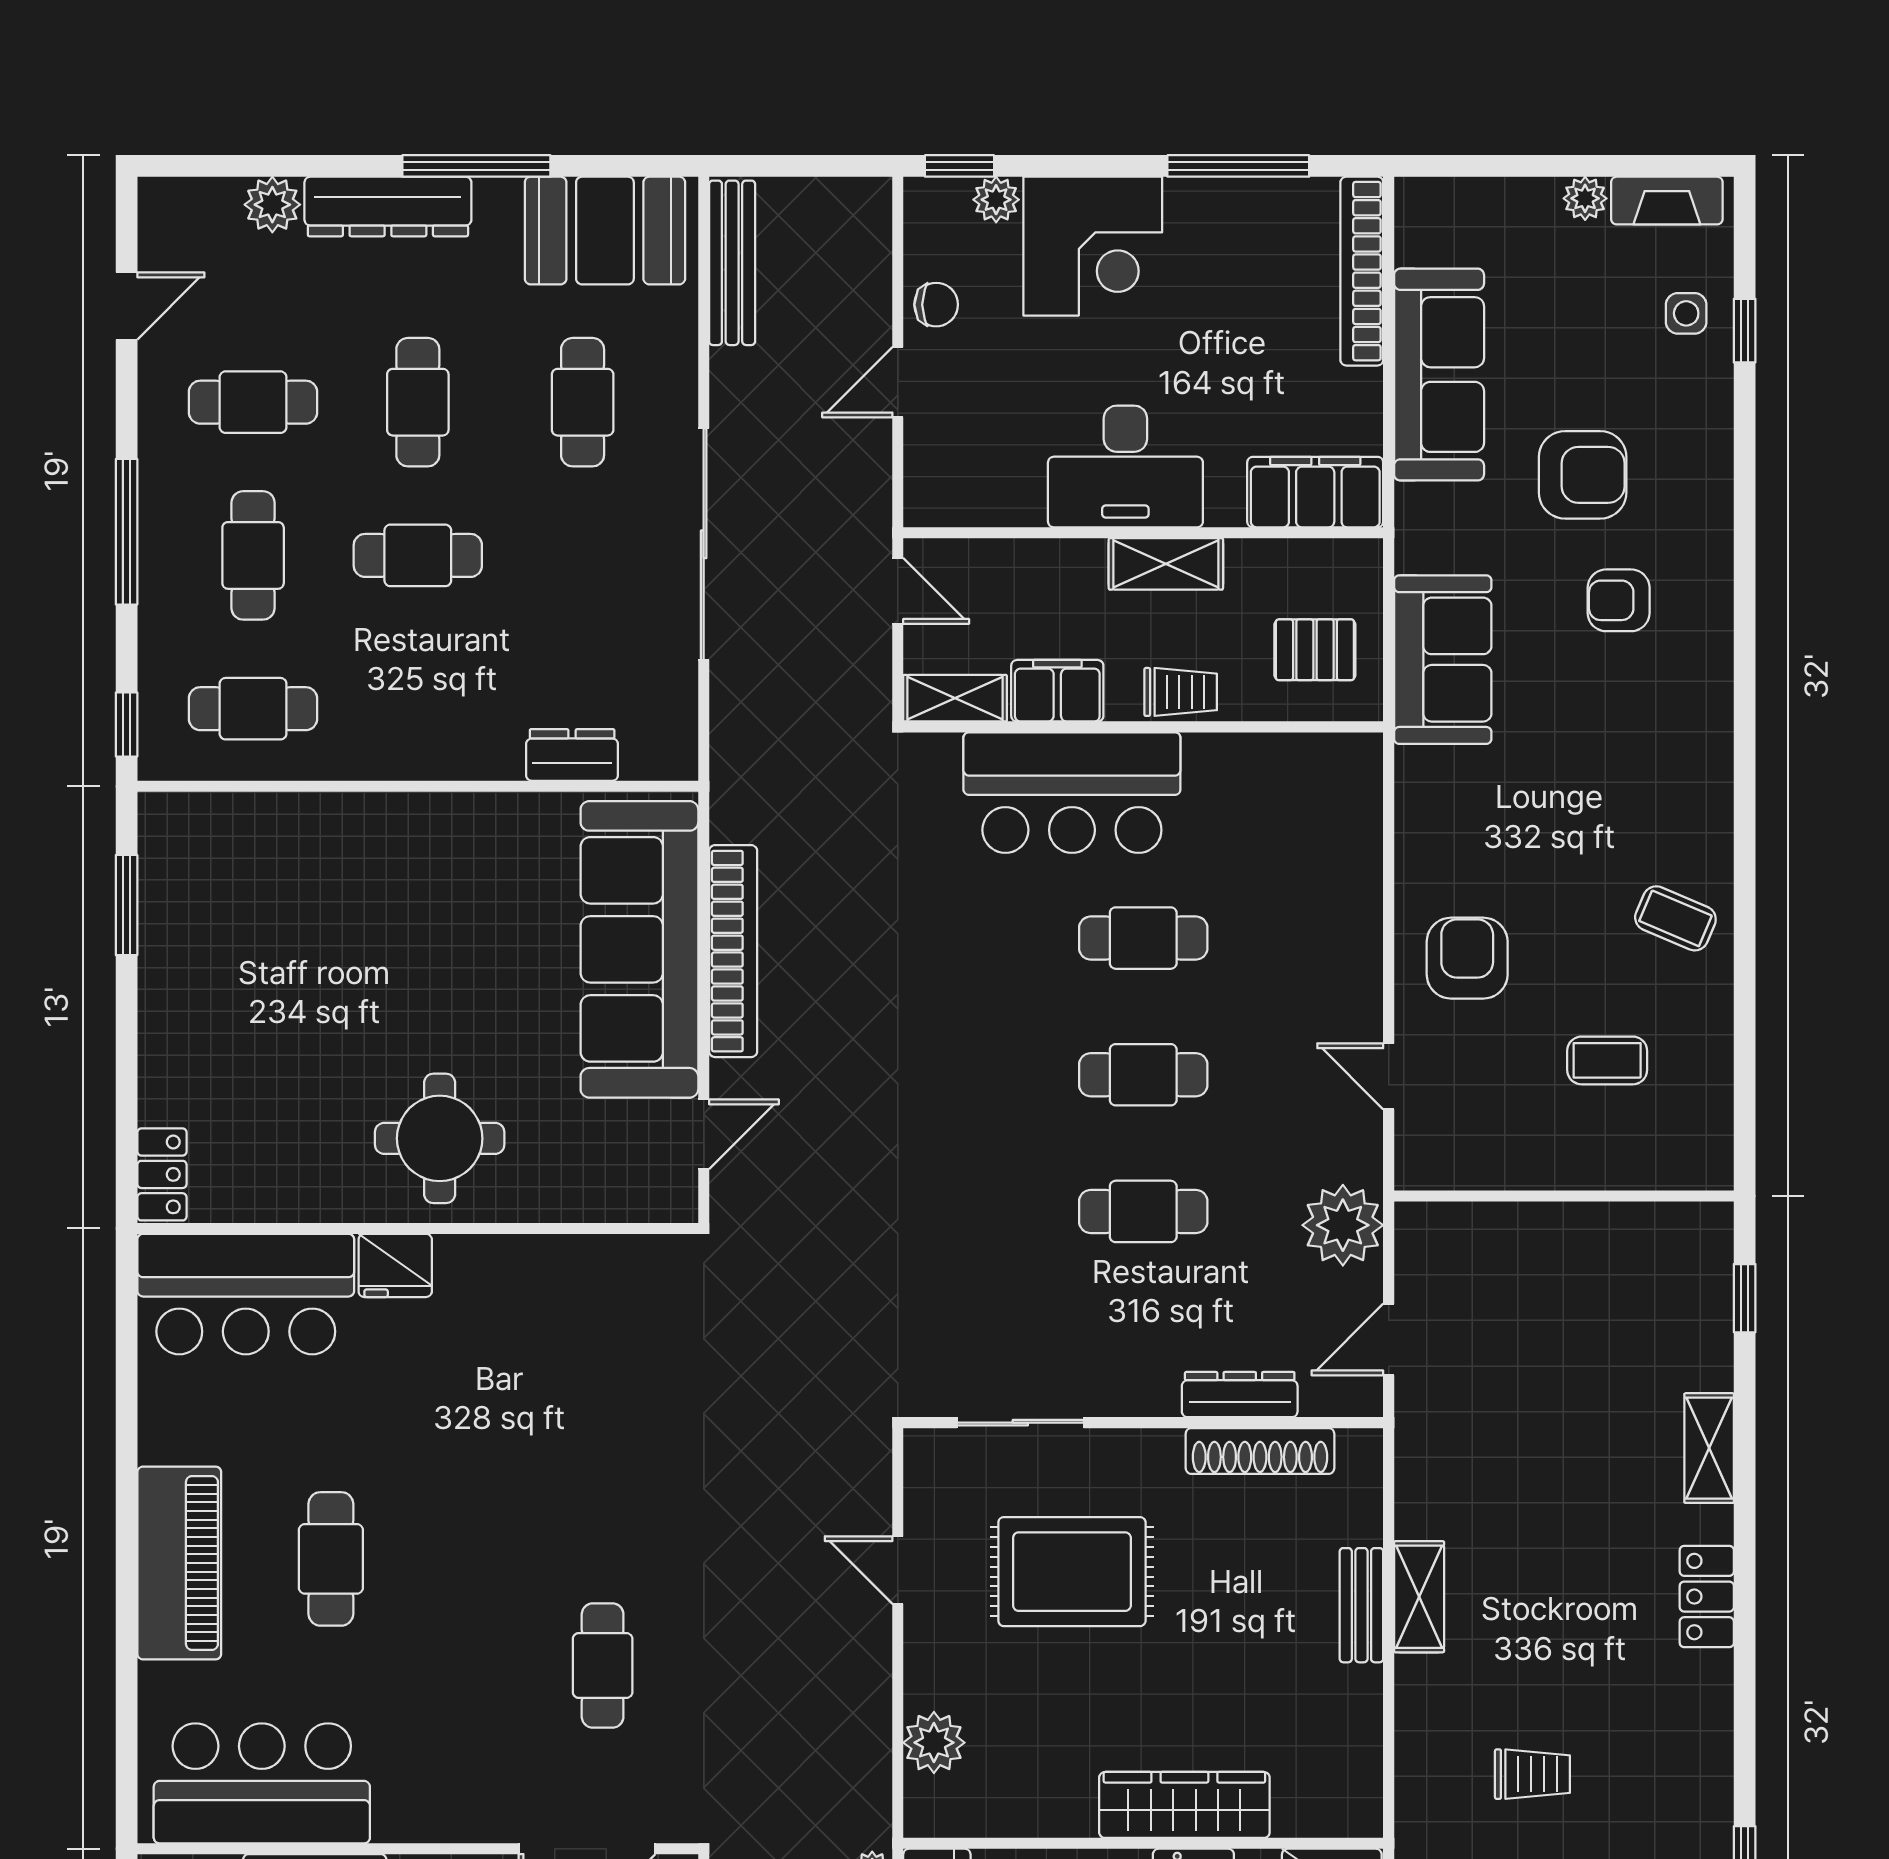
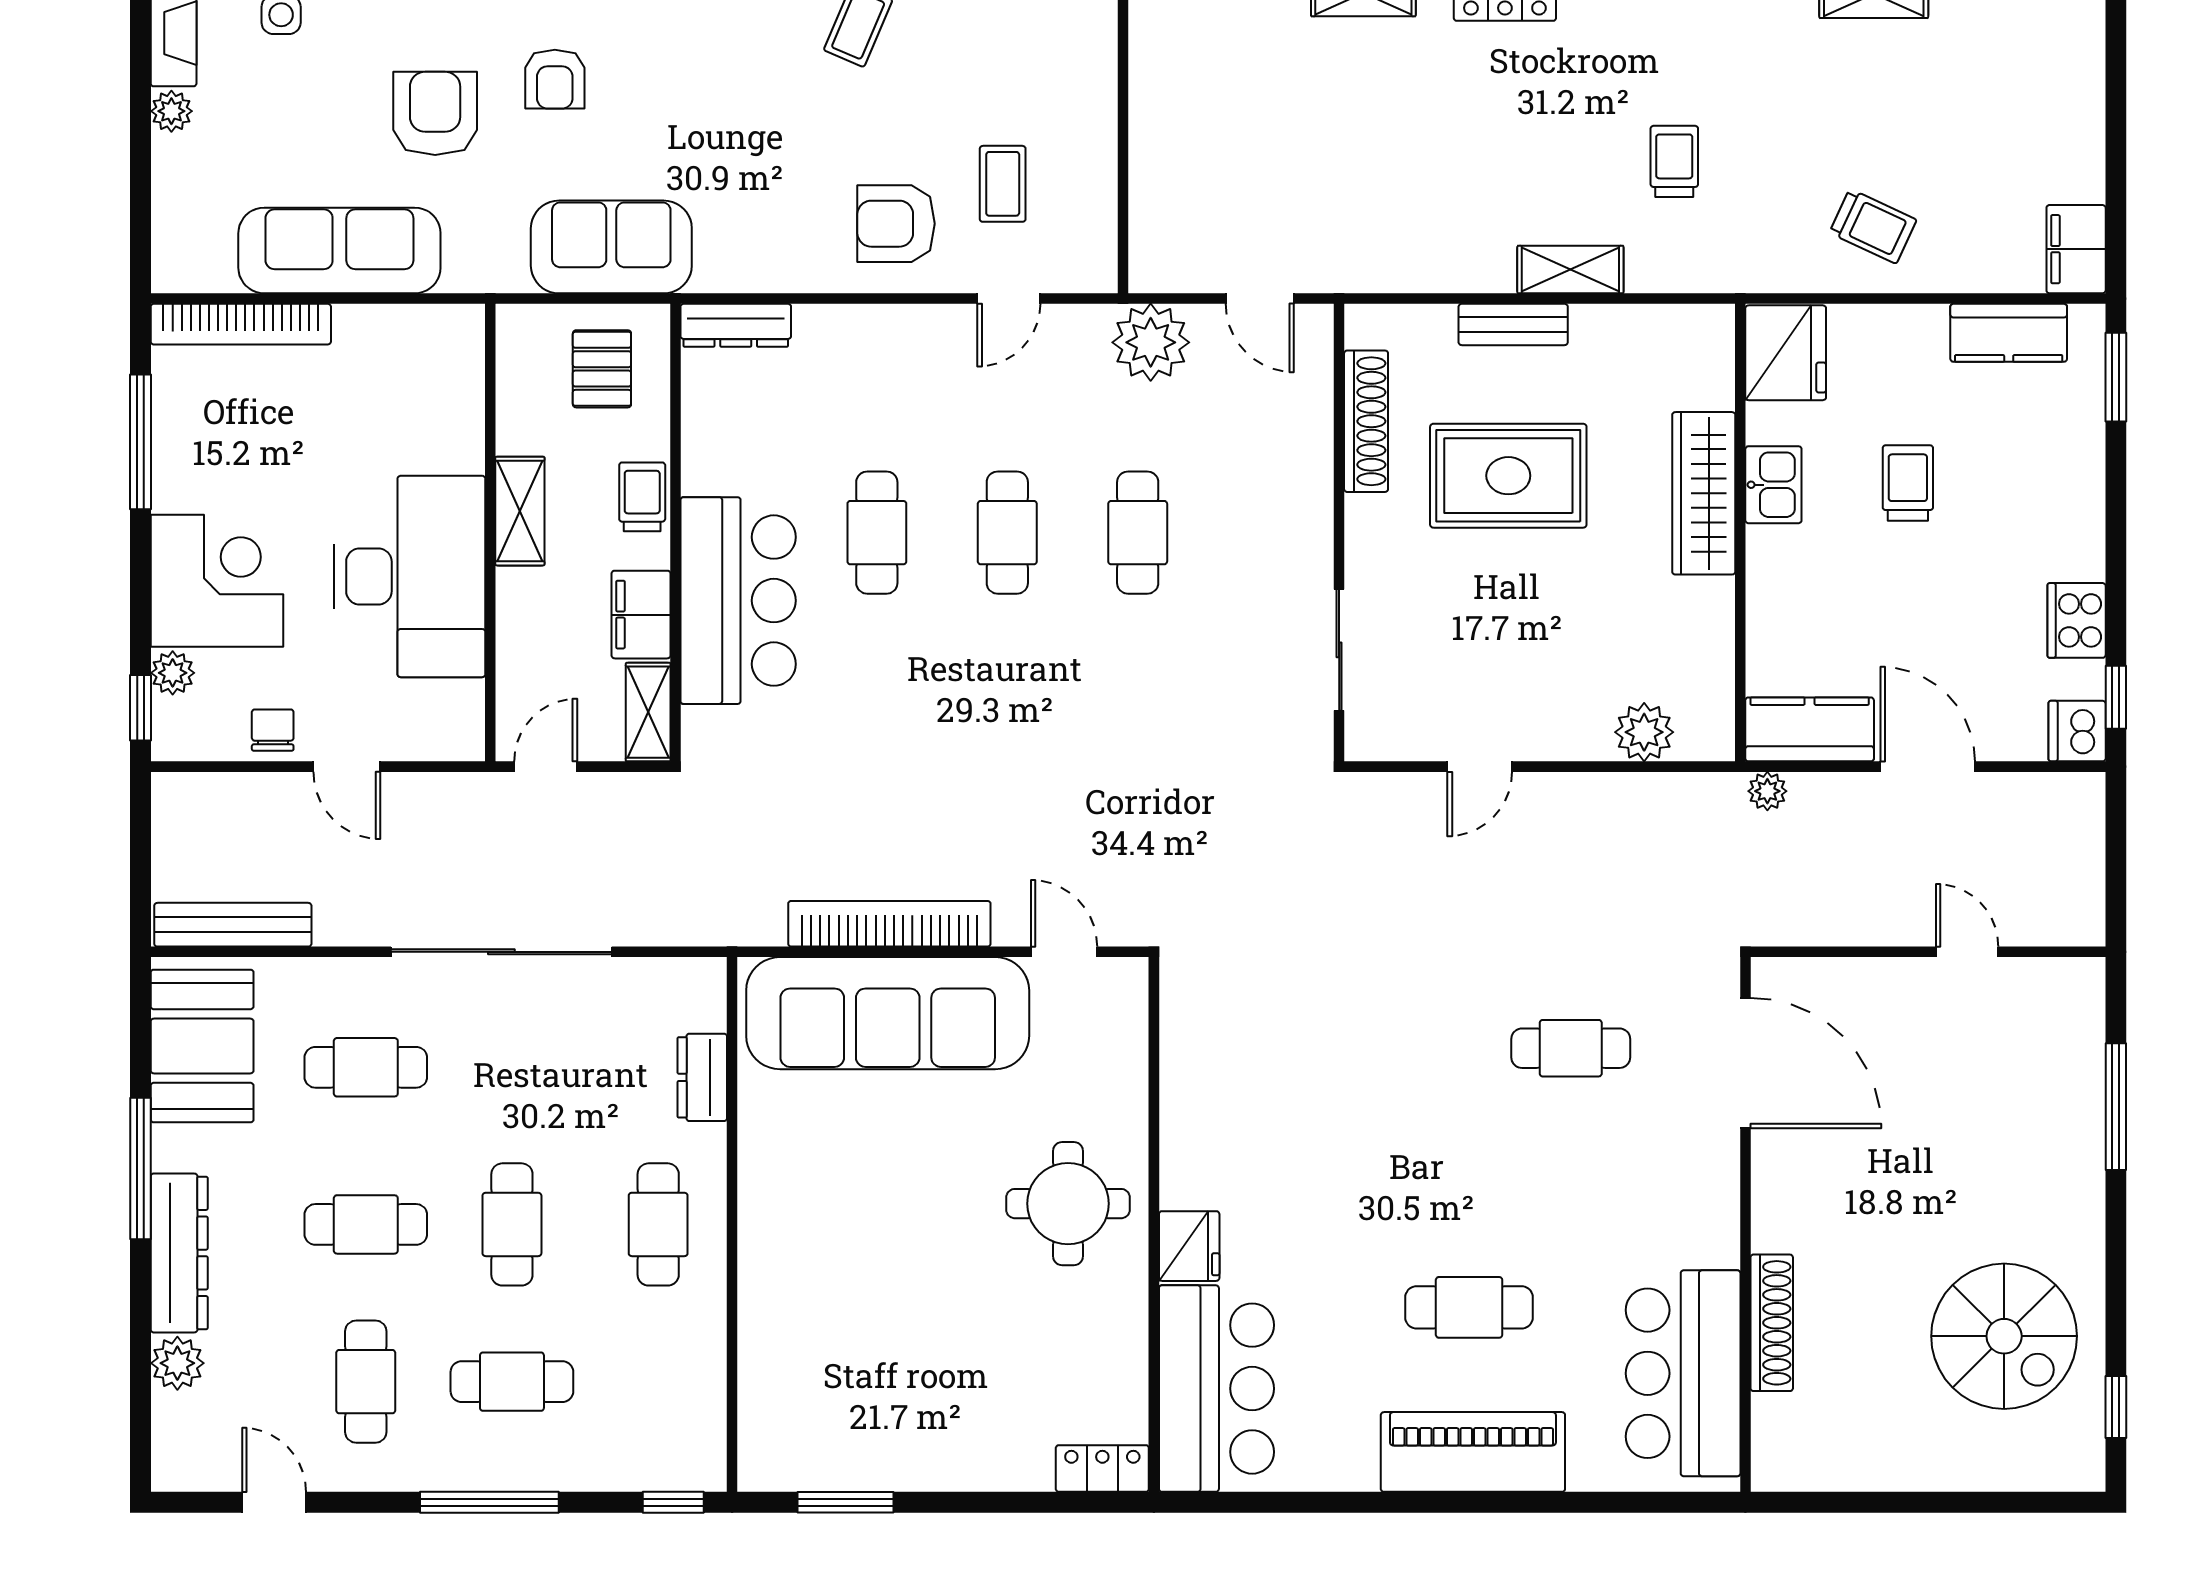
desk: (1125, 466) -> (410, 576), width x1.36, depth x1.30
filing cabinet: (1315, 492) -> (452, 369), removed
cafe table: (253, 709) -> (658, 1224), moved
coffee table: (1607, 1060) -> (1003, 184), moved
dresser: (1240, 1395) -> (736, 325), moved, turned -90
rug: (1072, 1572) -> (1508, 476), moved, turned 90
shelving: (1419, 1597) -> (1570, 270), moved

